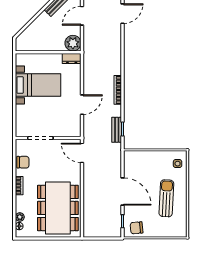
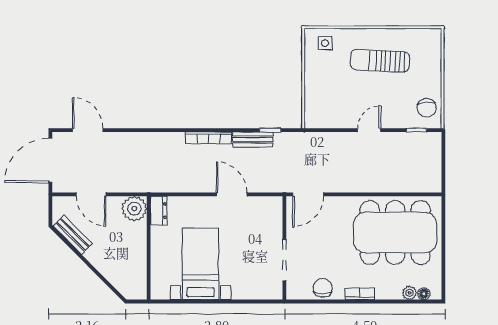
bench: (117, 130) -> (253, 139), moved
door: (123, 191) -> (369, 130), width x0.53

